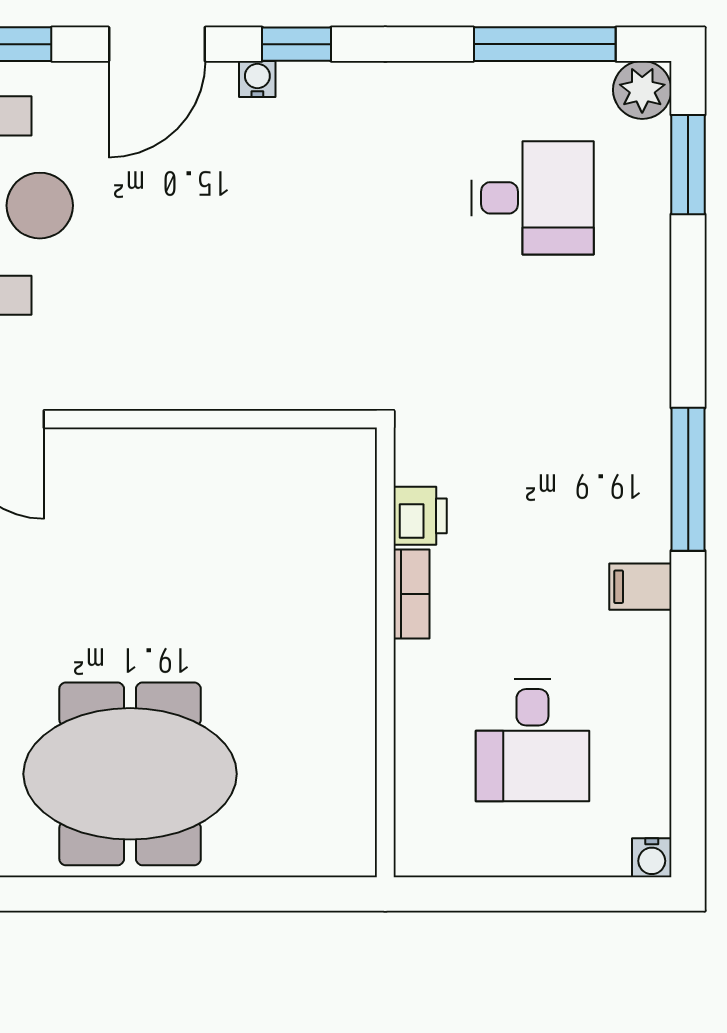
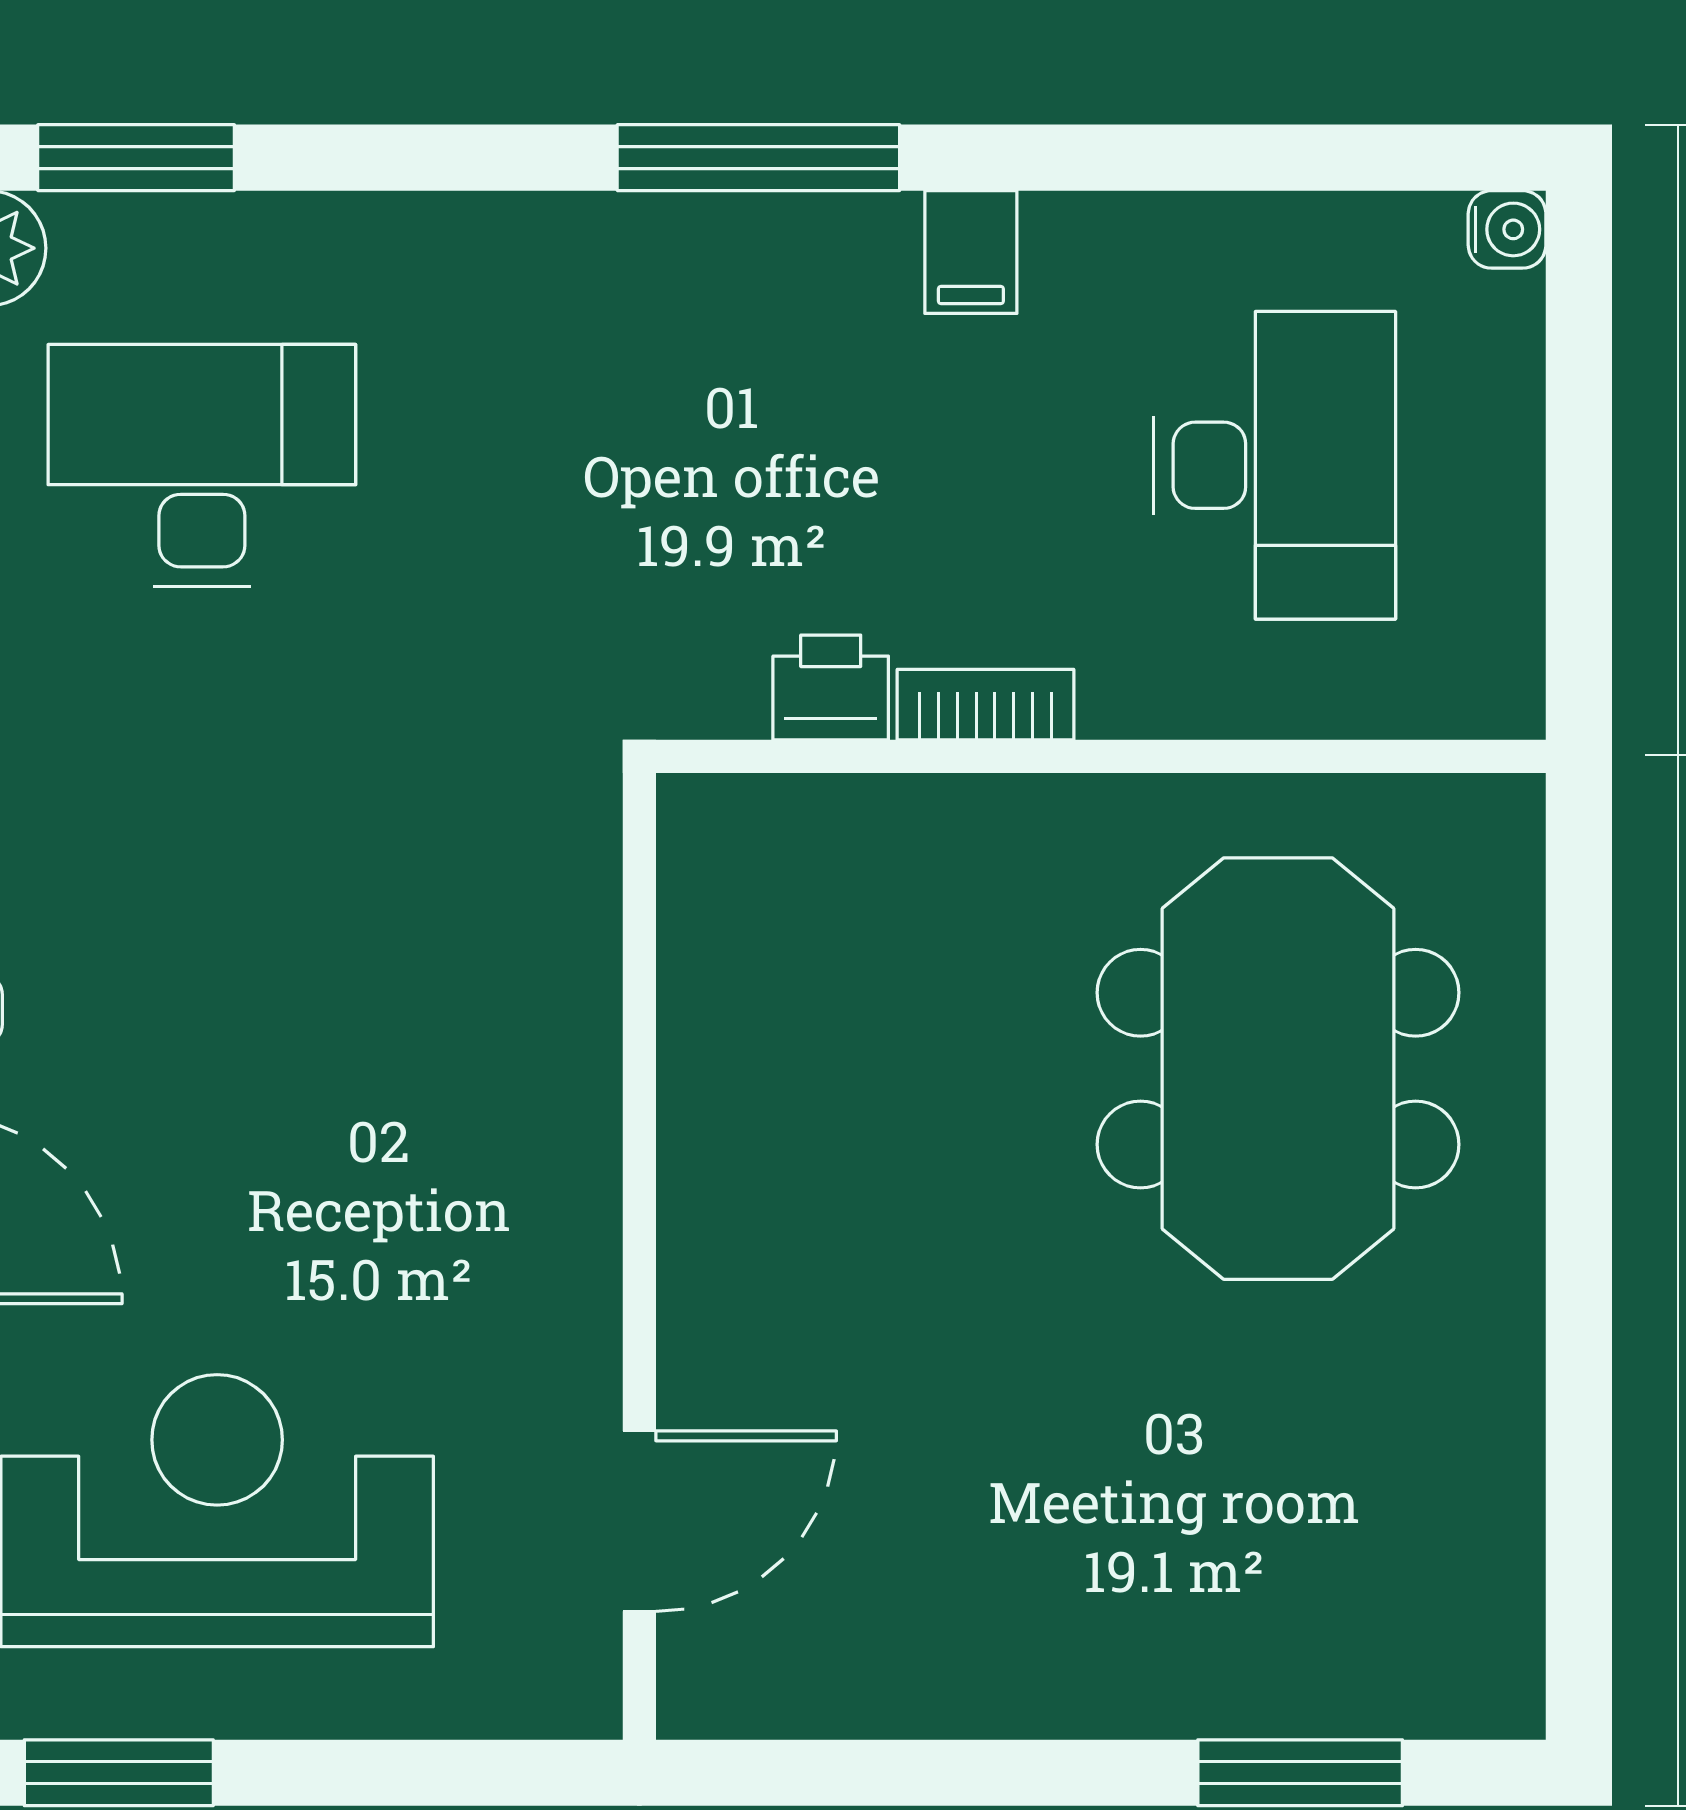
desk: (532, 198) -> (202, 465), width x1.37
desk: (532, 740) -> (1275, 465), width x1.37
meeting table: (130, 774) -> (1278, 1069), moved

